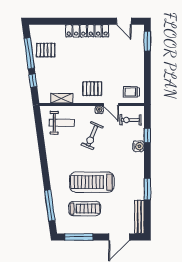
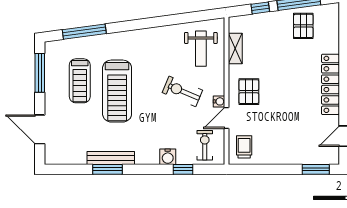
treadmill: (92, 182) -> (117, 91), turned 180
bench: (139, 217) -> (111, 158), moved

